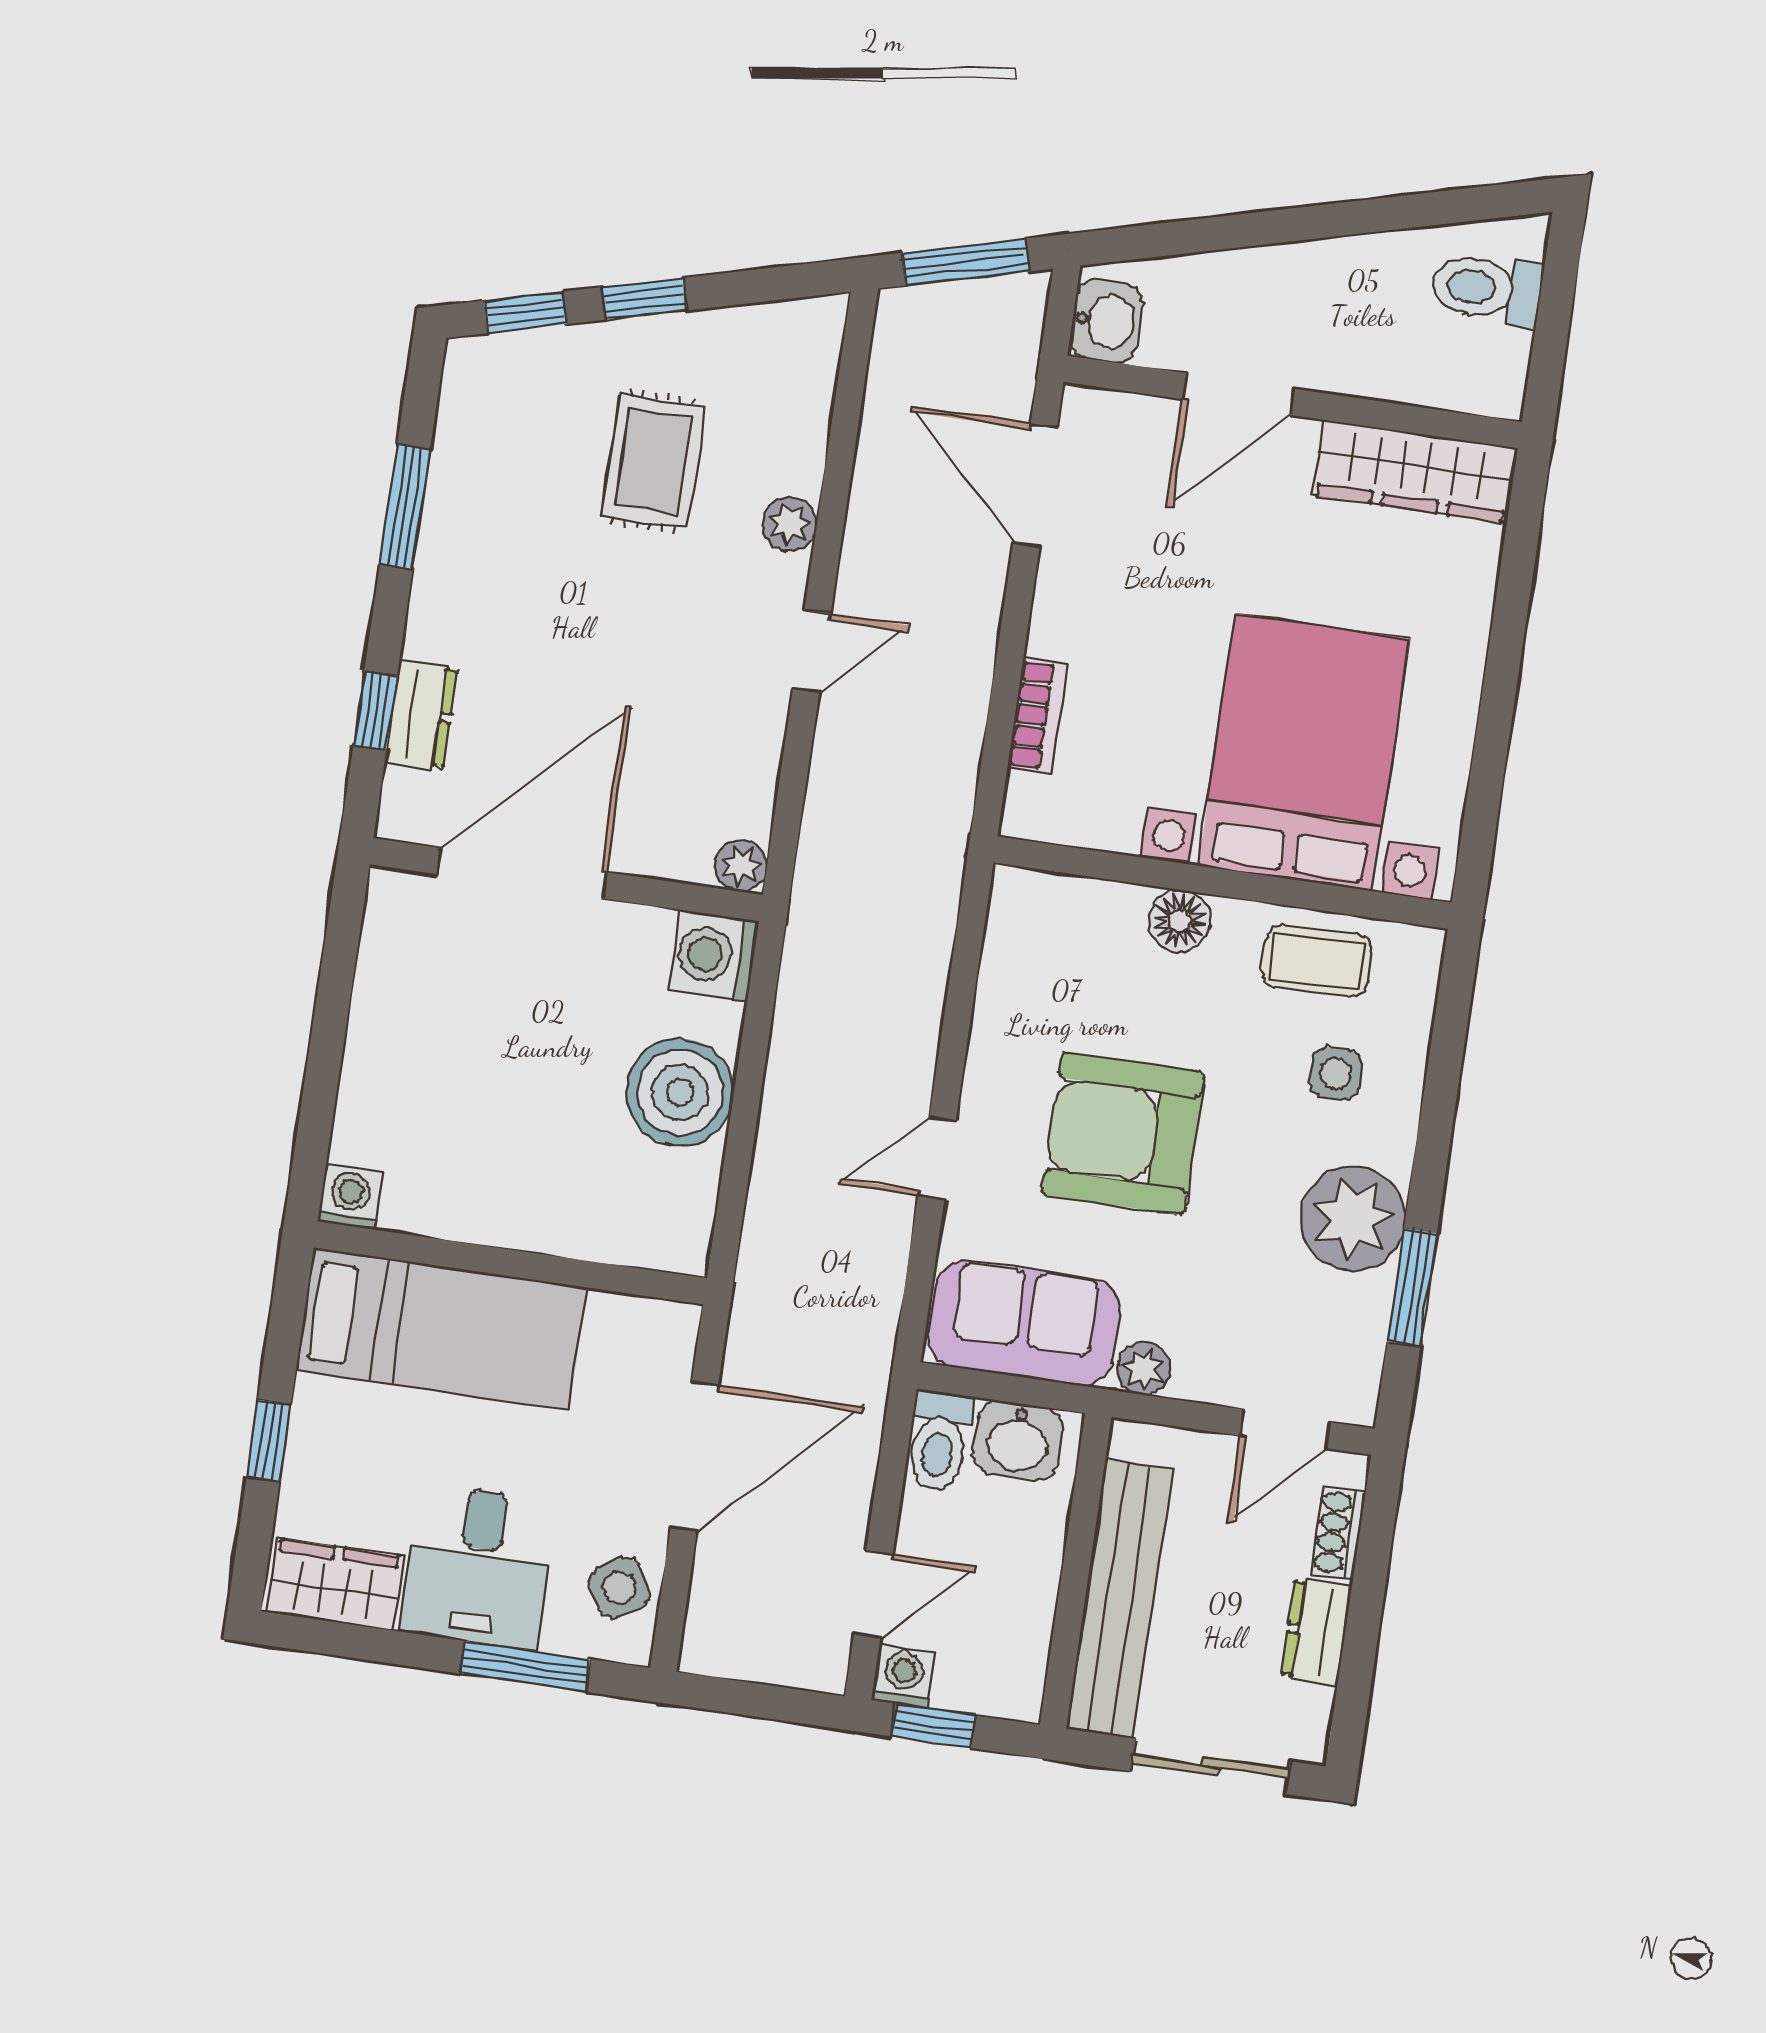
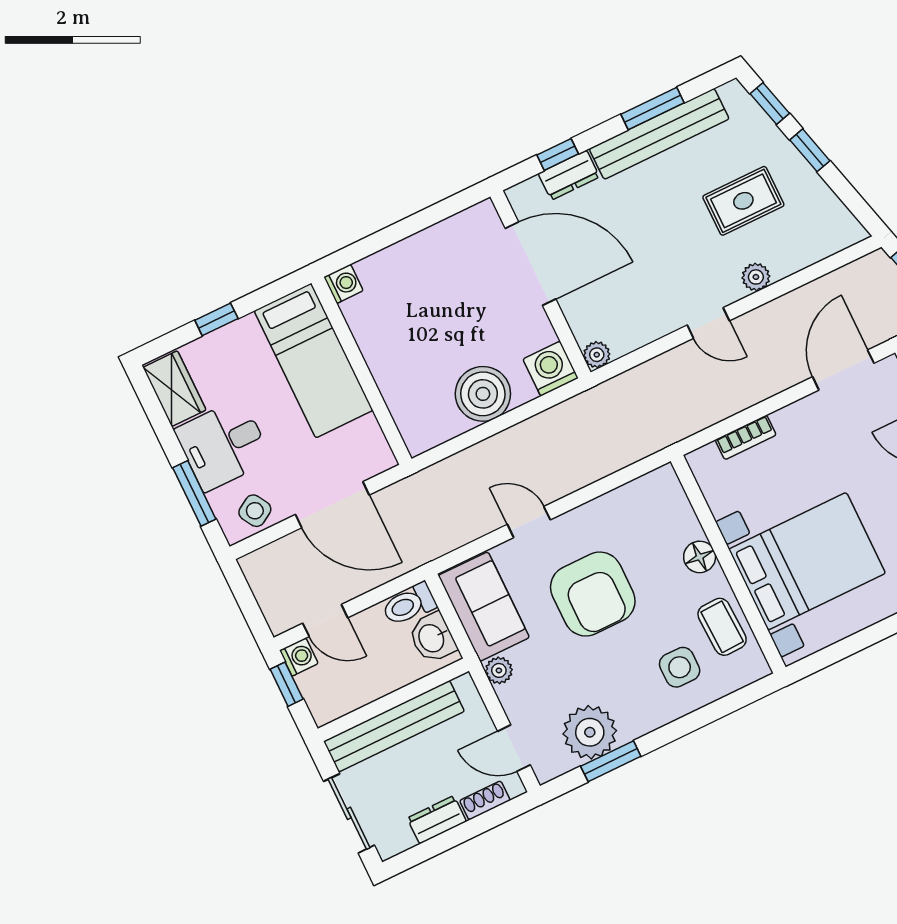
bench: (453, 524) -> (659, 134), added
side table: (1336, 1073) -> (680, 667), width x1.37, depth x1.37
armchair: (1123, 1134) -> (593, 594), turned 180
plant: (1353, 1219) -> (590, 732), moved

